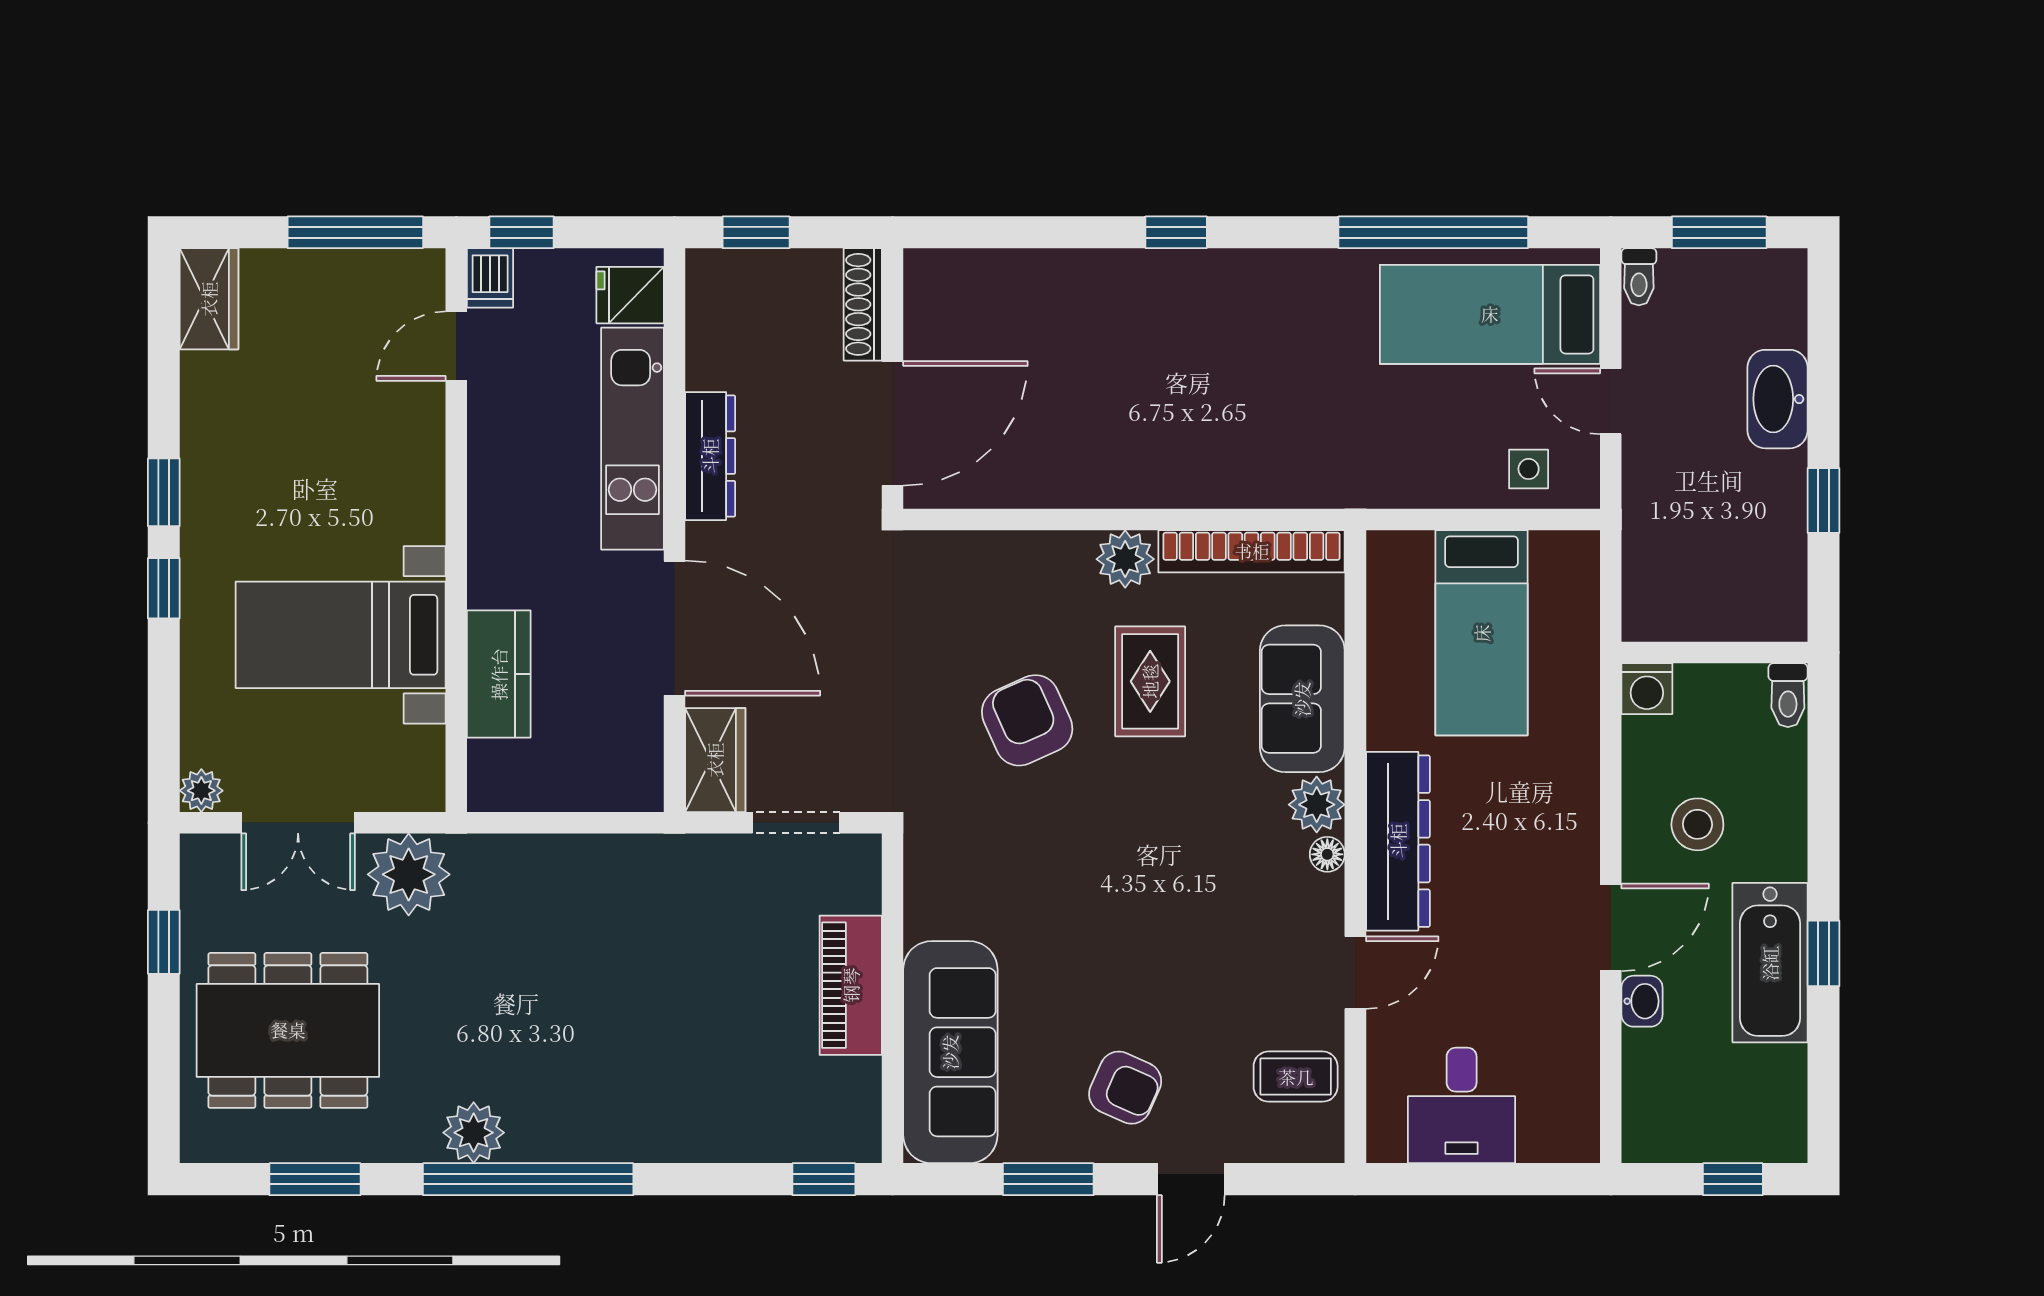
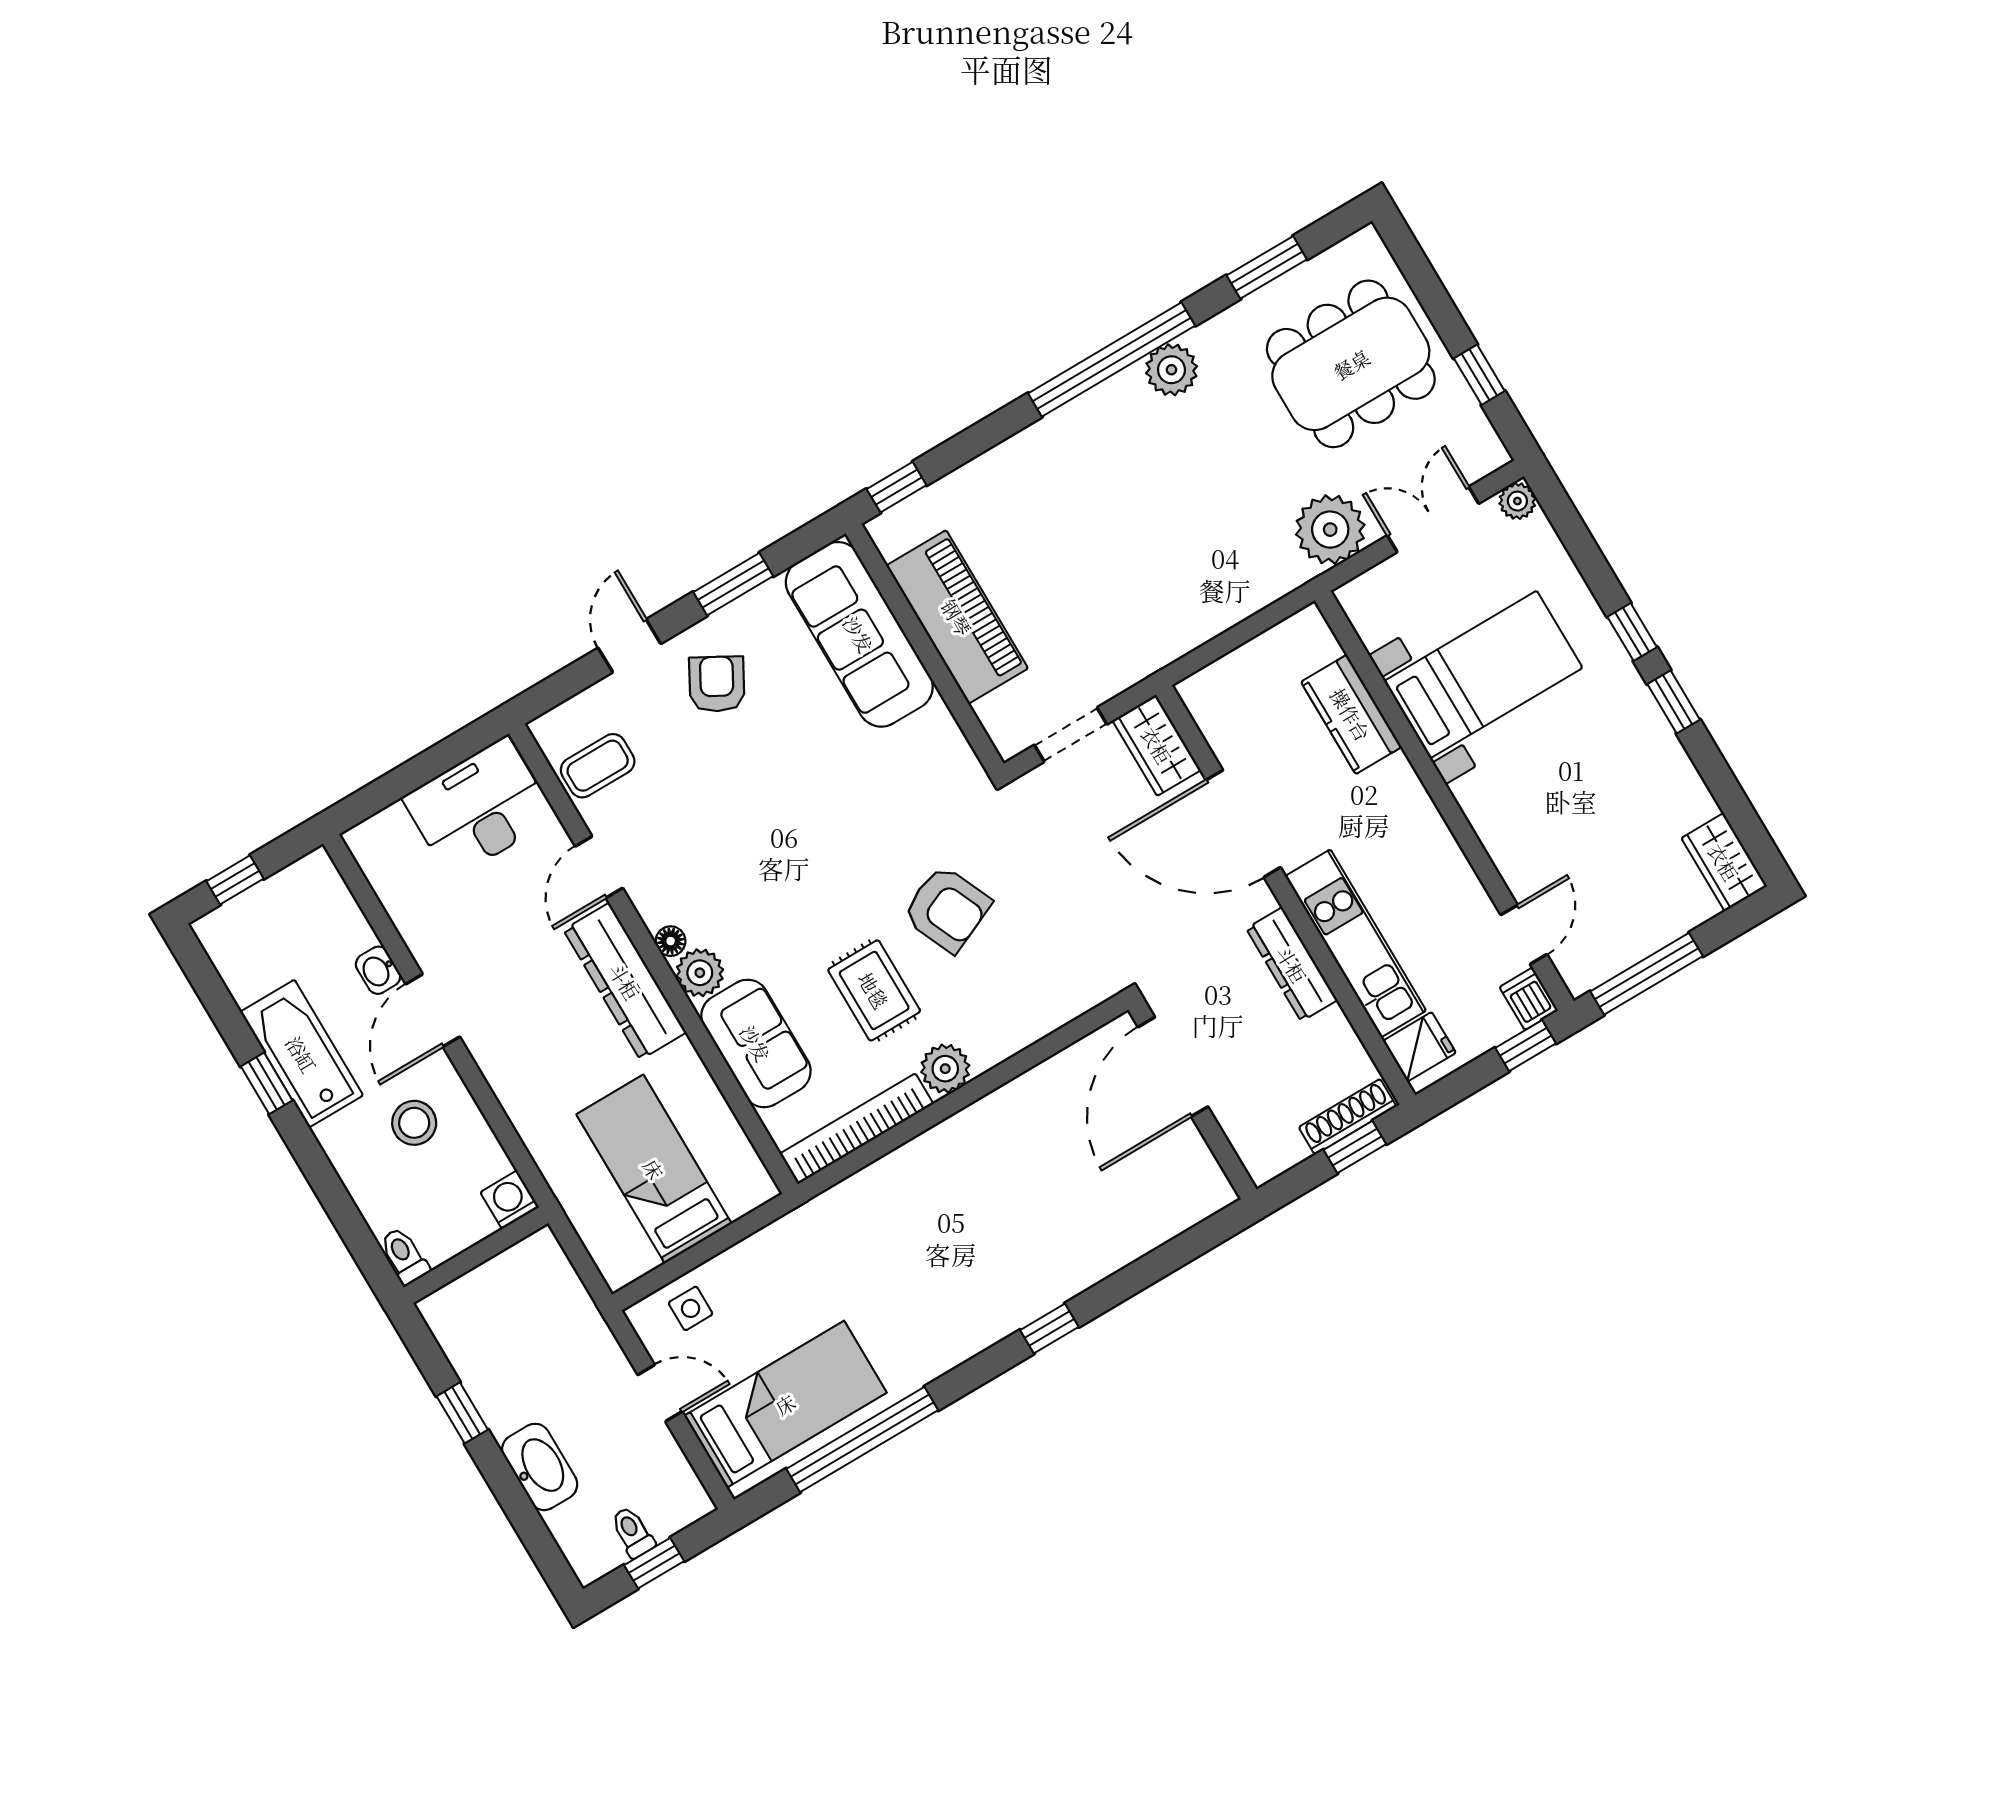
window: (1719, 232) -> (654, 1563), width x0.67
toilet: (1639, 277) -> (632, 1532), moved
shoe rack: (863, 304) -> (1348, 1117), moved, turned -90
piano: (851, 985) -> (957, 617), width x1.37, depth x1.33
armchair: (1125, 1088) -> (717, 684), turned 95
desk: (1462, 1105) -> (479, 808), width x1.37

